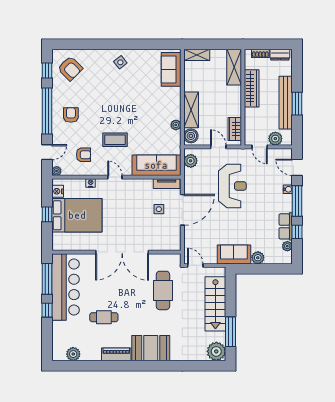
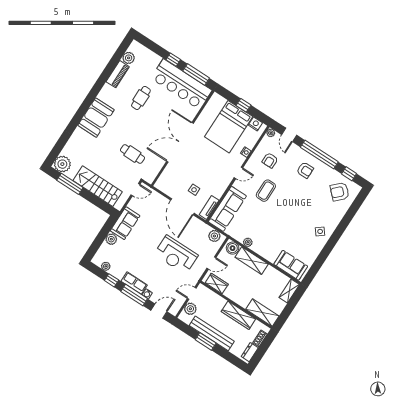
row of seats: (286, 226) -> (134, 283), moved
cafe table: (163, 290) -> (132, 154), width x0.73, depth x0.74
piano: (116, 354) -> (118, 74), moved

